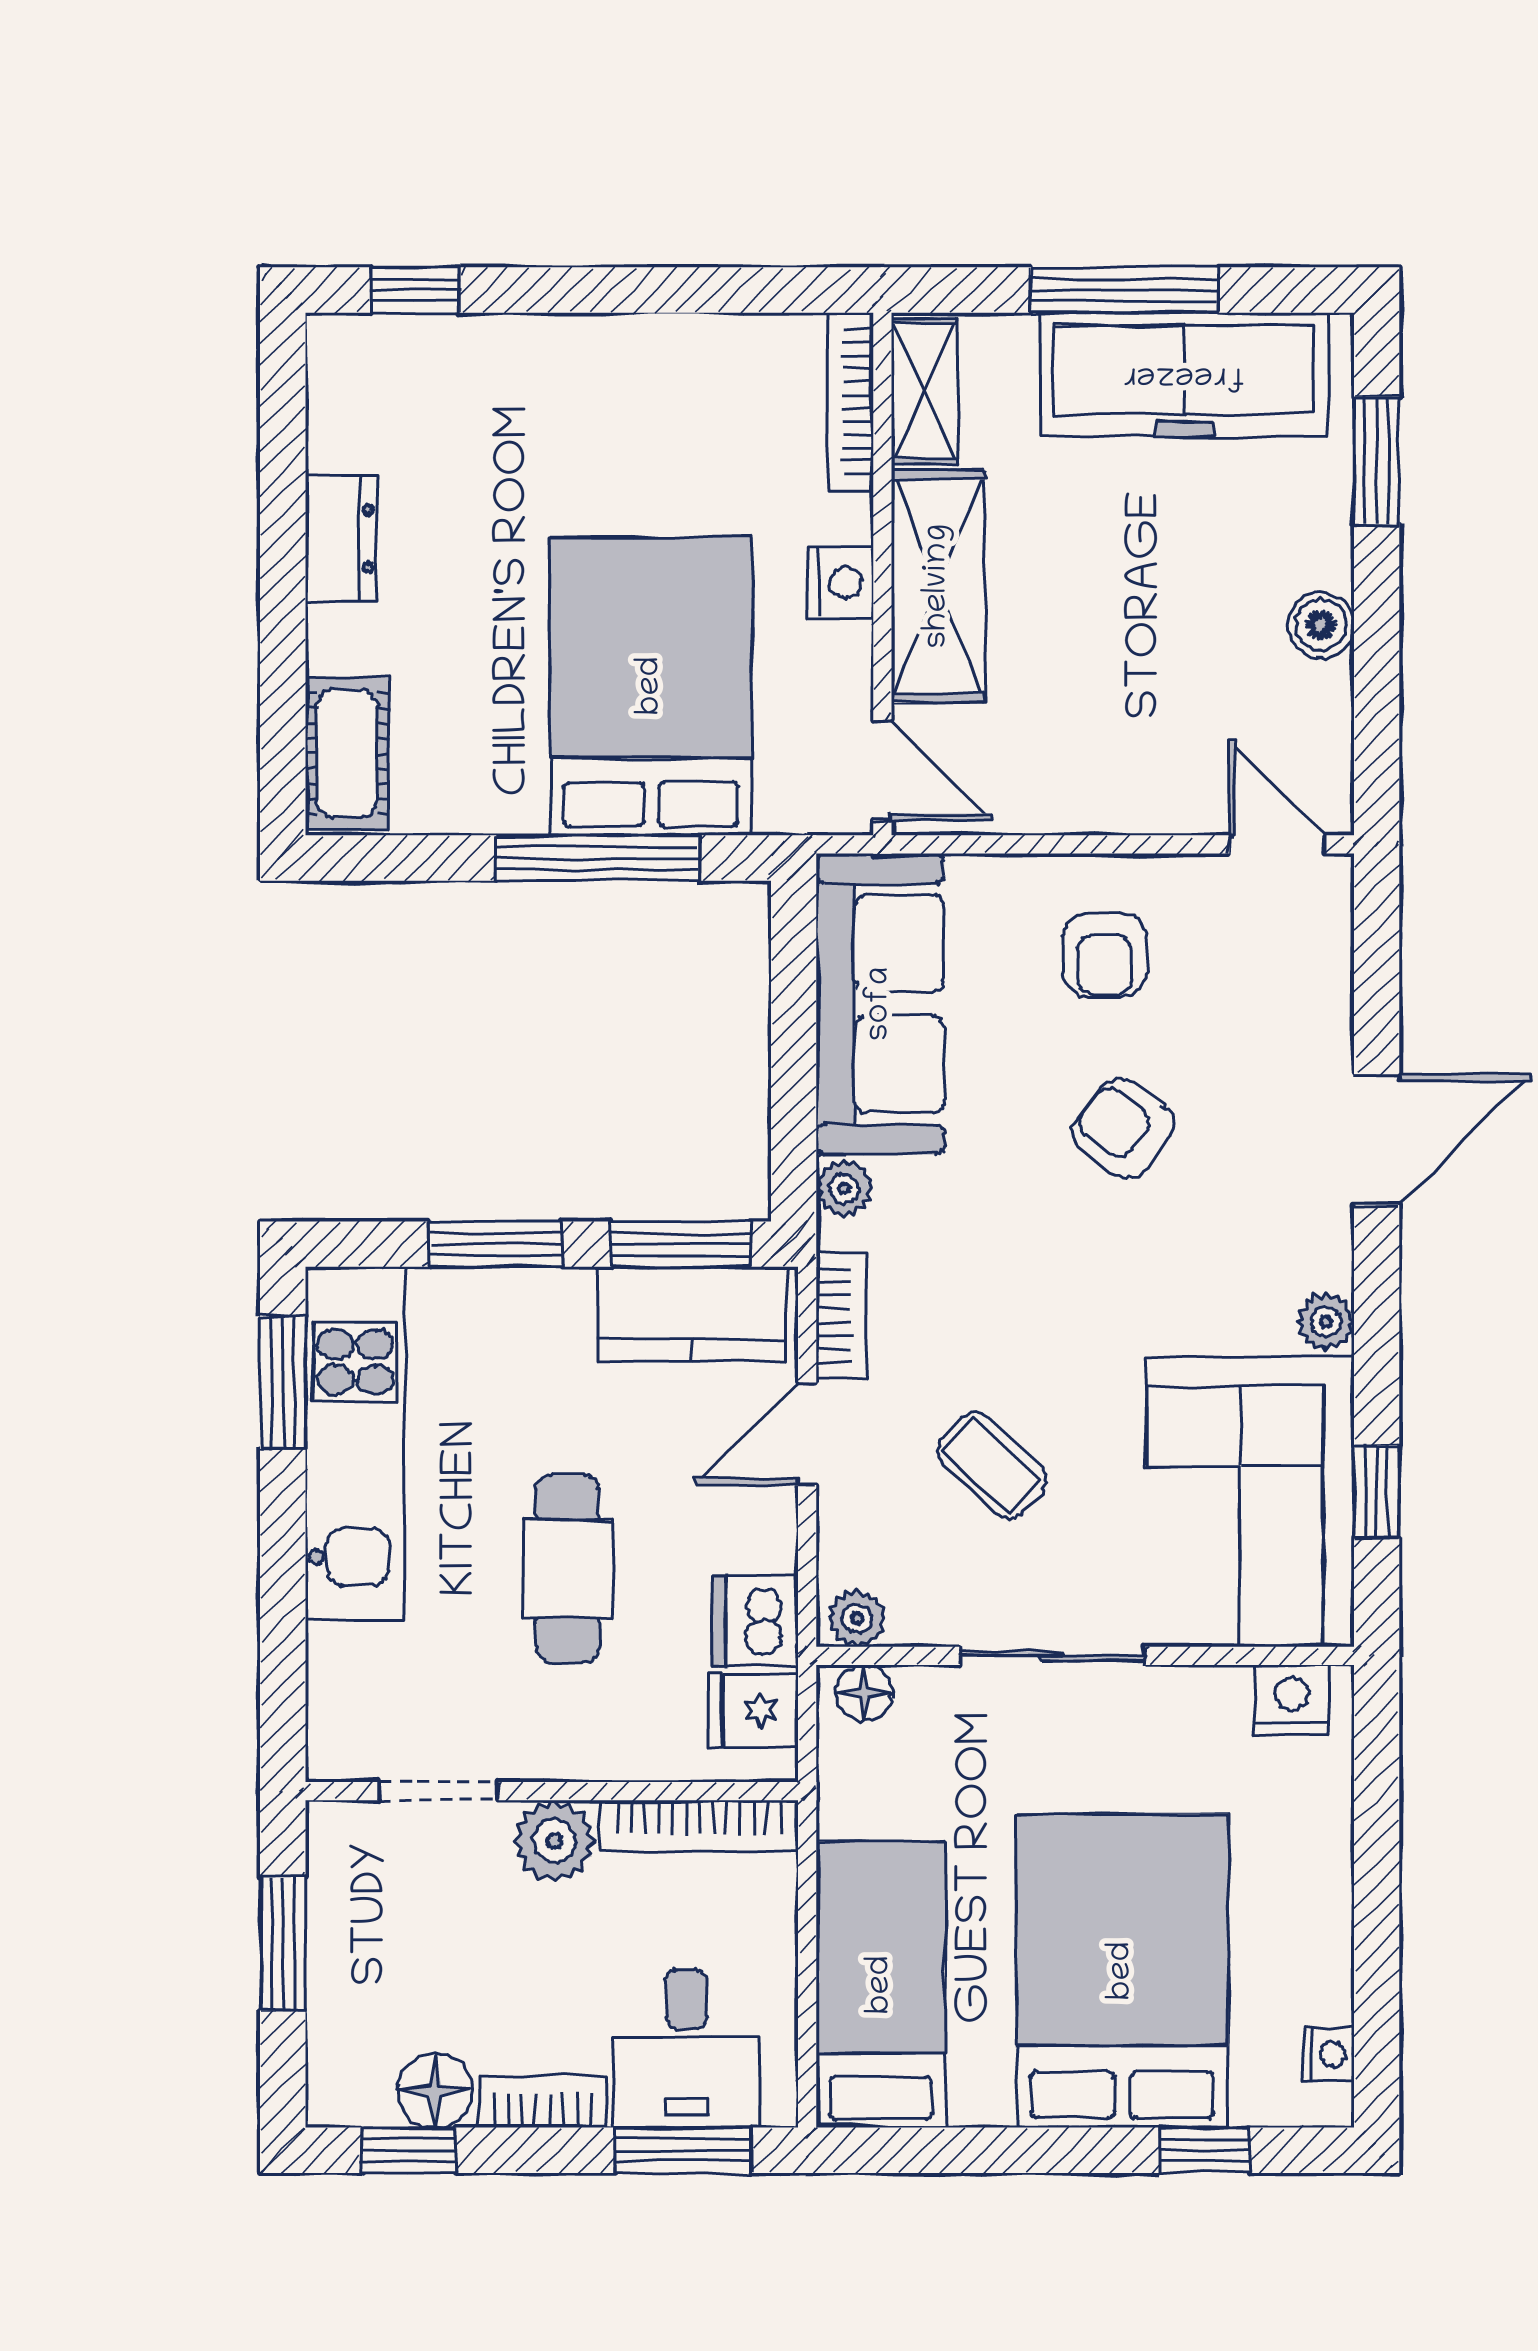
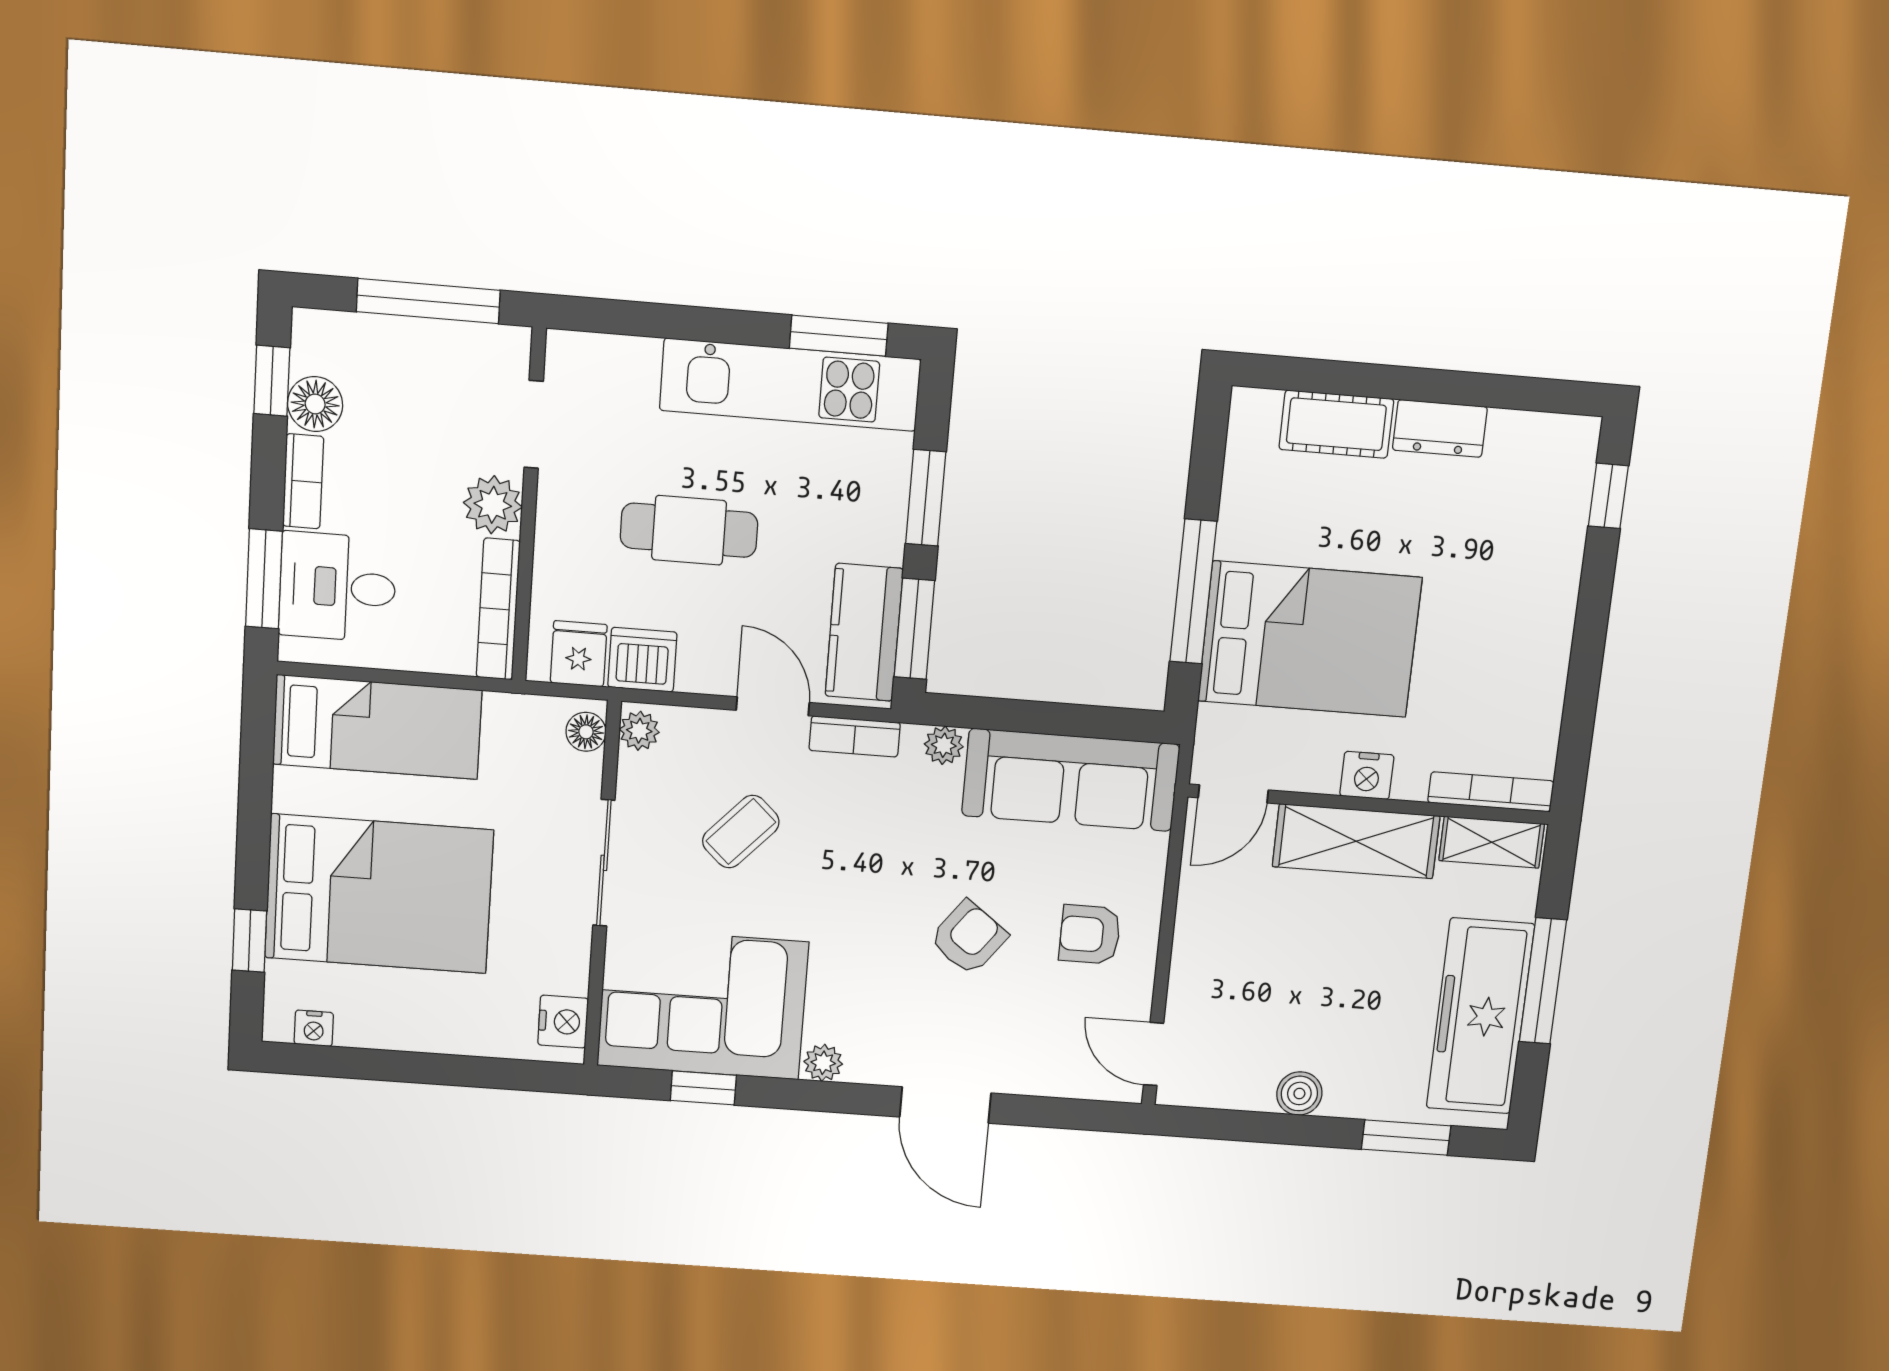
cot: (347, 754) -> (1336, 424), moved
door: (1277, 844) -> (1154, 1054), swing flipped
window: (283, 1943) -> (428, 301), width x1.44

